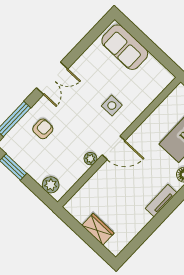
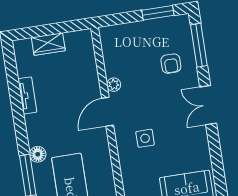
plant: (51, 185) -> (118, 33), removed
tv unit: (161, 201) -> (27, 95), moved

